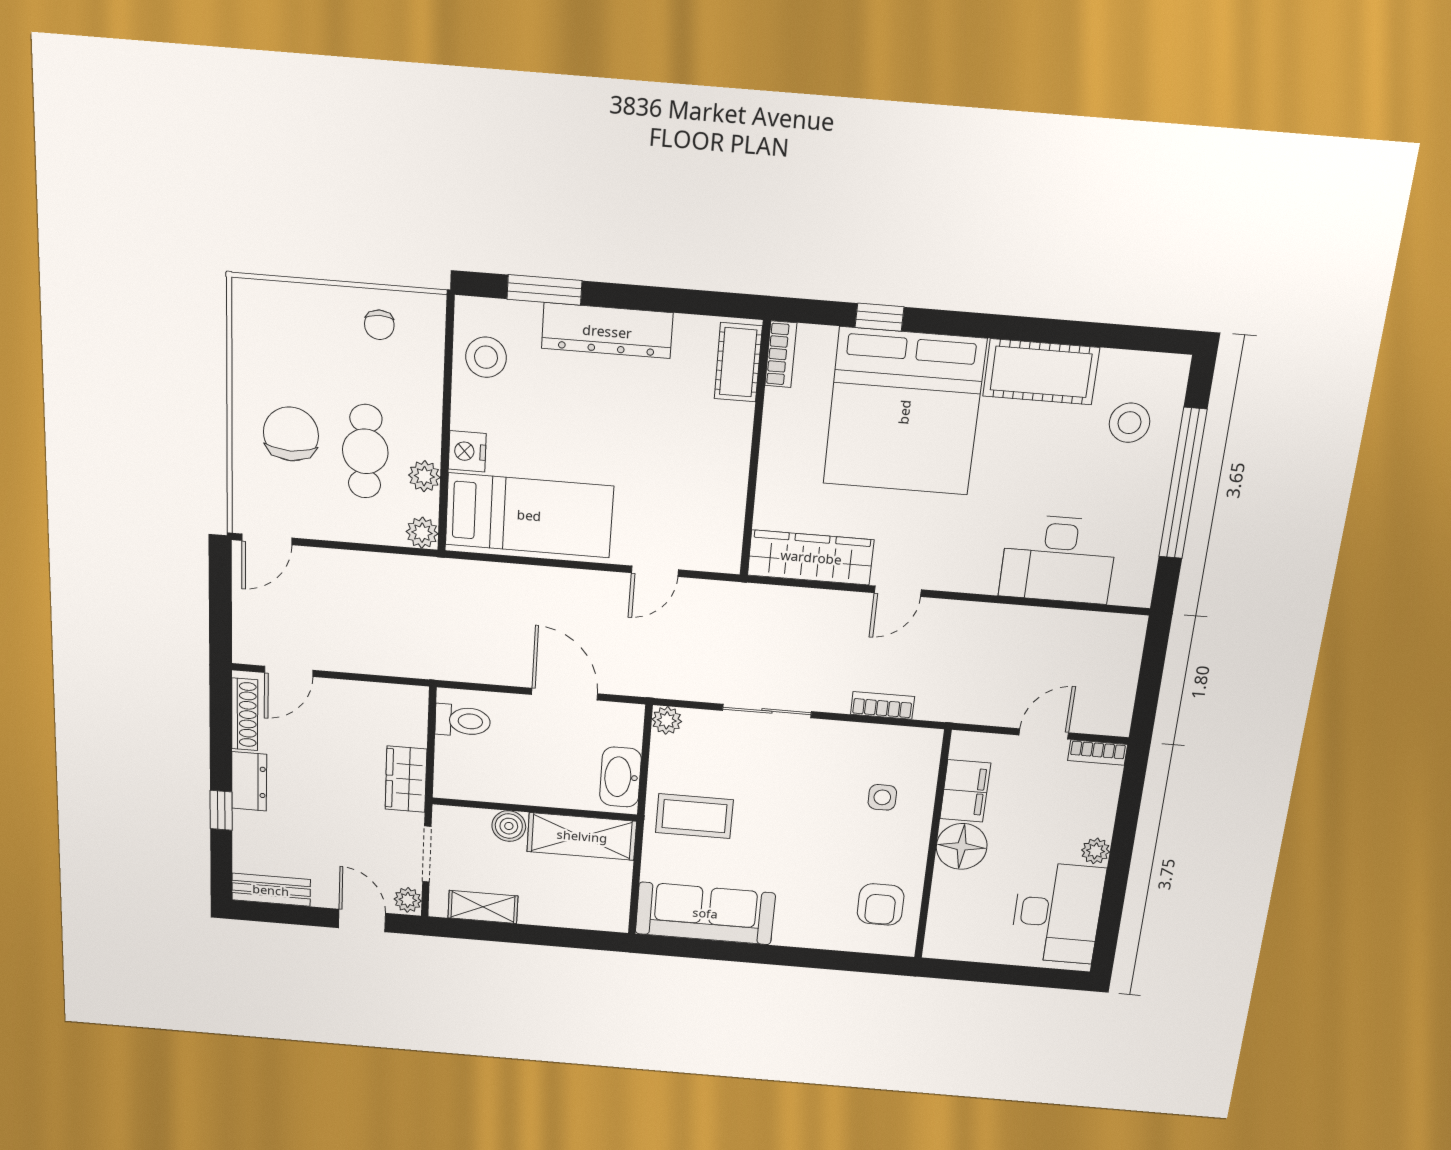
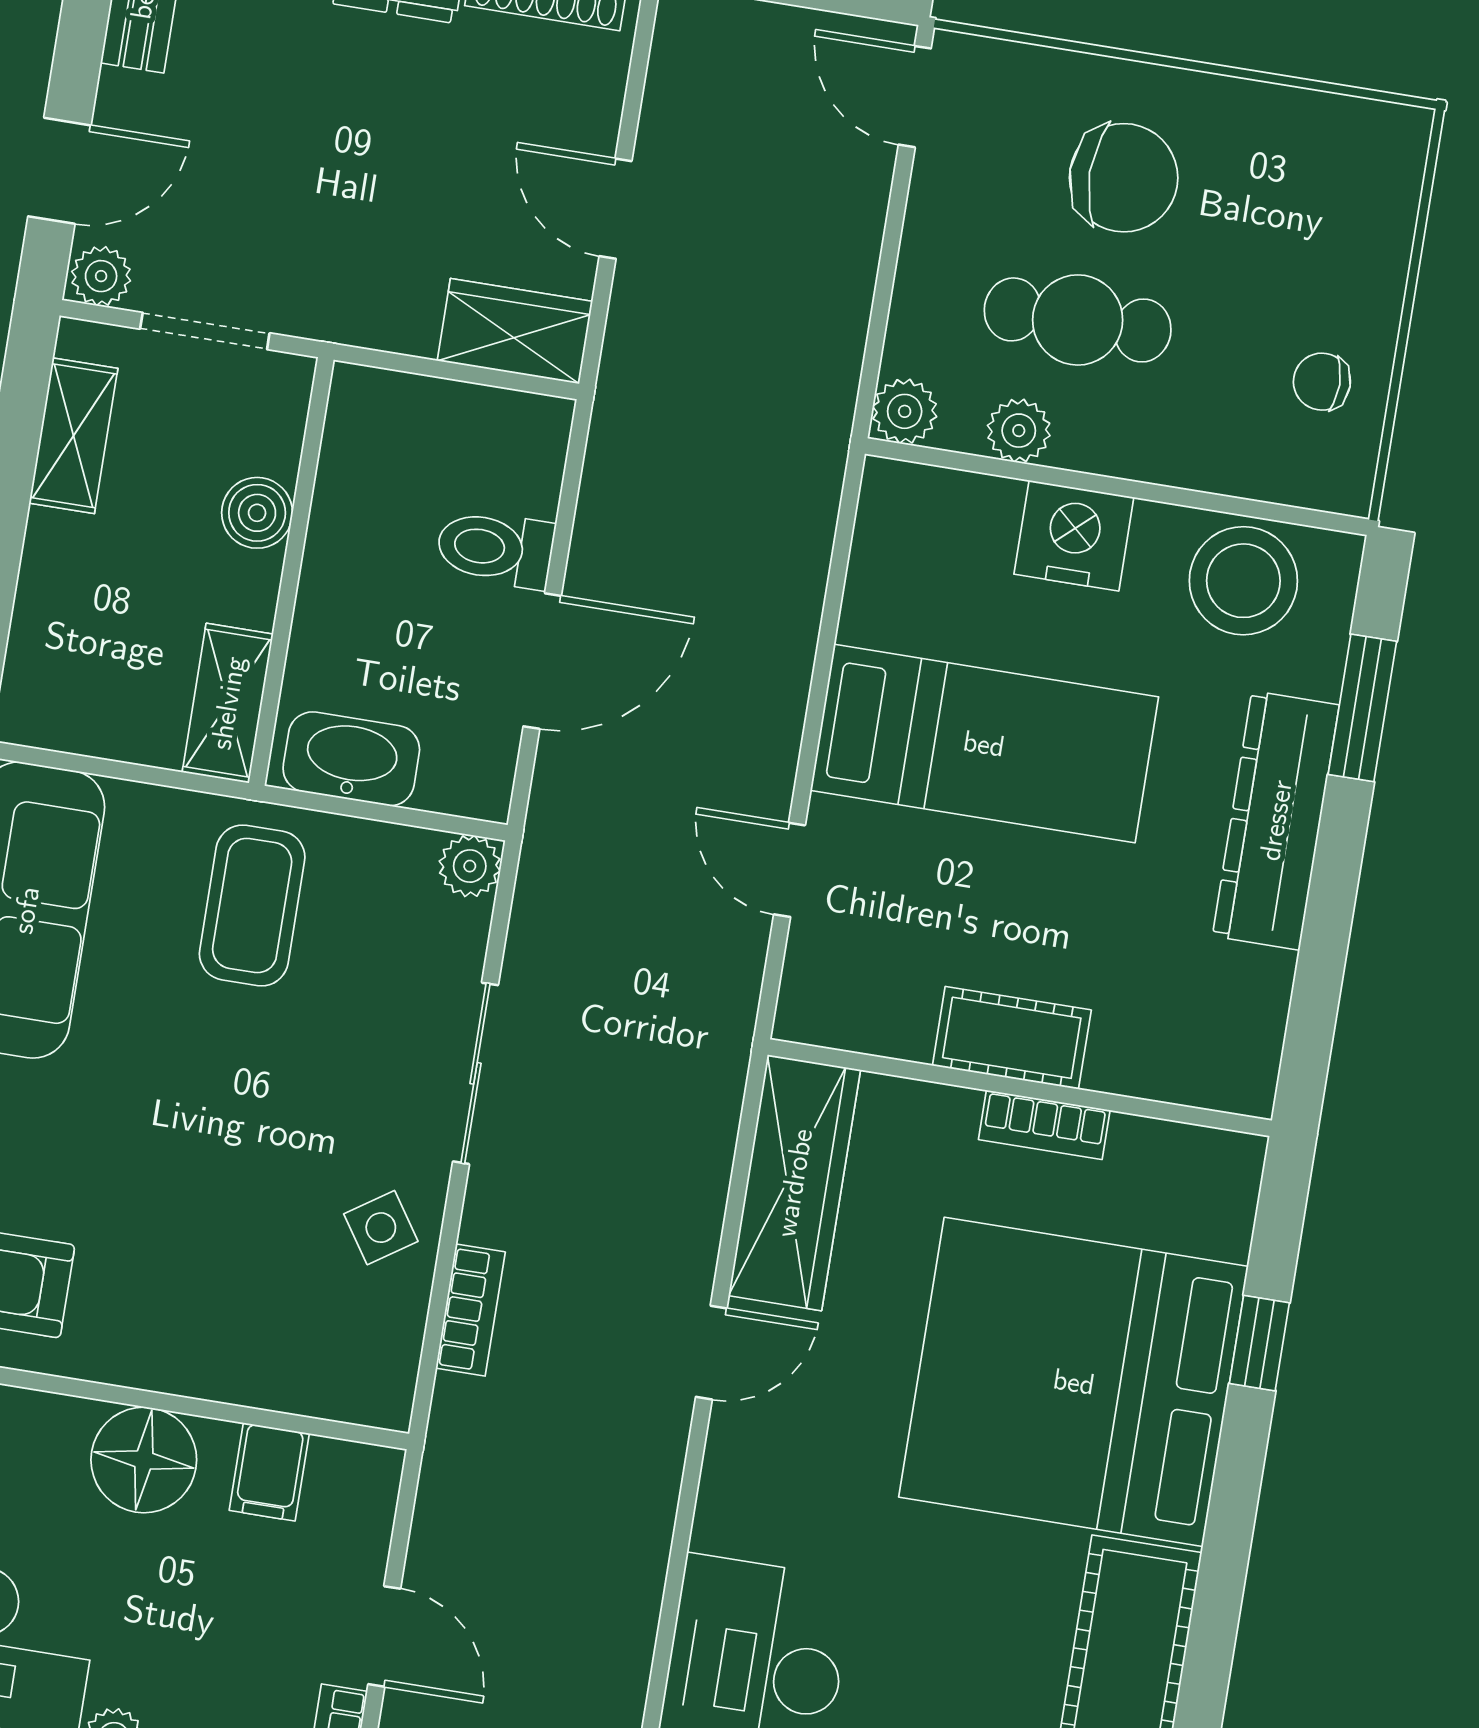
bookcase: (781, 354) -> (1044, 1125), moved
stool: (486, 357) -> (1243, 581), width x1.38, depth x1.38
cot: (738, 362) -> (1012, 1038), moved
nightstand: (467, 451) -> (1074, 536), width x1.36, depth x1.33
bed: (529, 515) -> (984, 744), moved, turned -90
door: (898, 591) -> (711, 1353), swing flipped
door: (289, 671) -> (616, 209), moved
toilet: (463, 721) -> (495, 549), moved, turned 90
wardrobe: (406, 779) -> (515, 331), moved
filing cabinet: (965, 791) -> (269, 1472), width x0.50
side table: (882, 797) -> (381, 1228), moved, turned -34
shelving: (582, 836) -> (228, 703), width x0.67, depth x0.75

